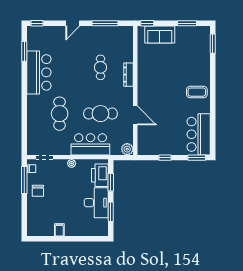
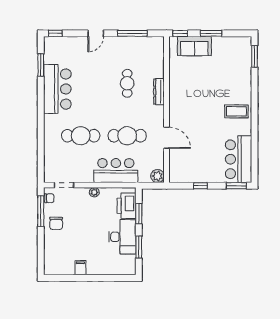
window: (187, 23) -> (211, 33), moved
cafe table: (60, 114) -> (81, 136), turned 90

